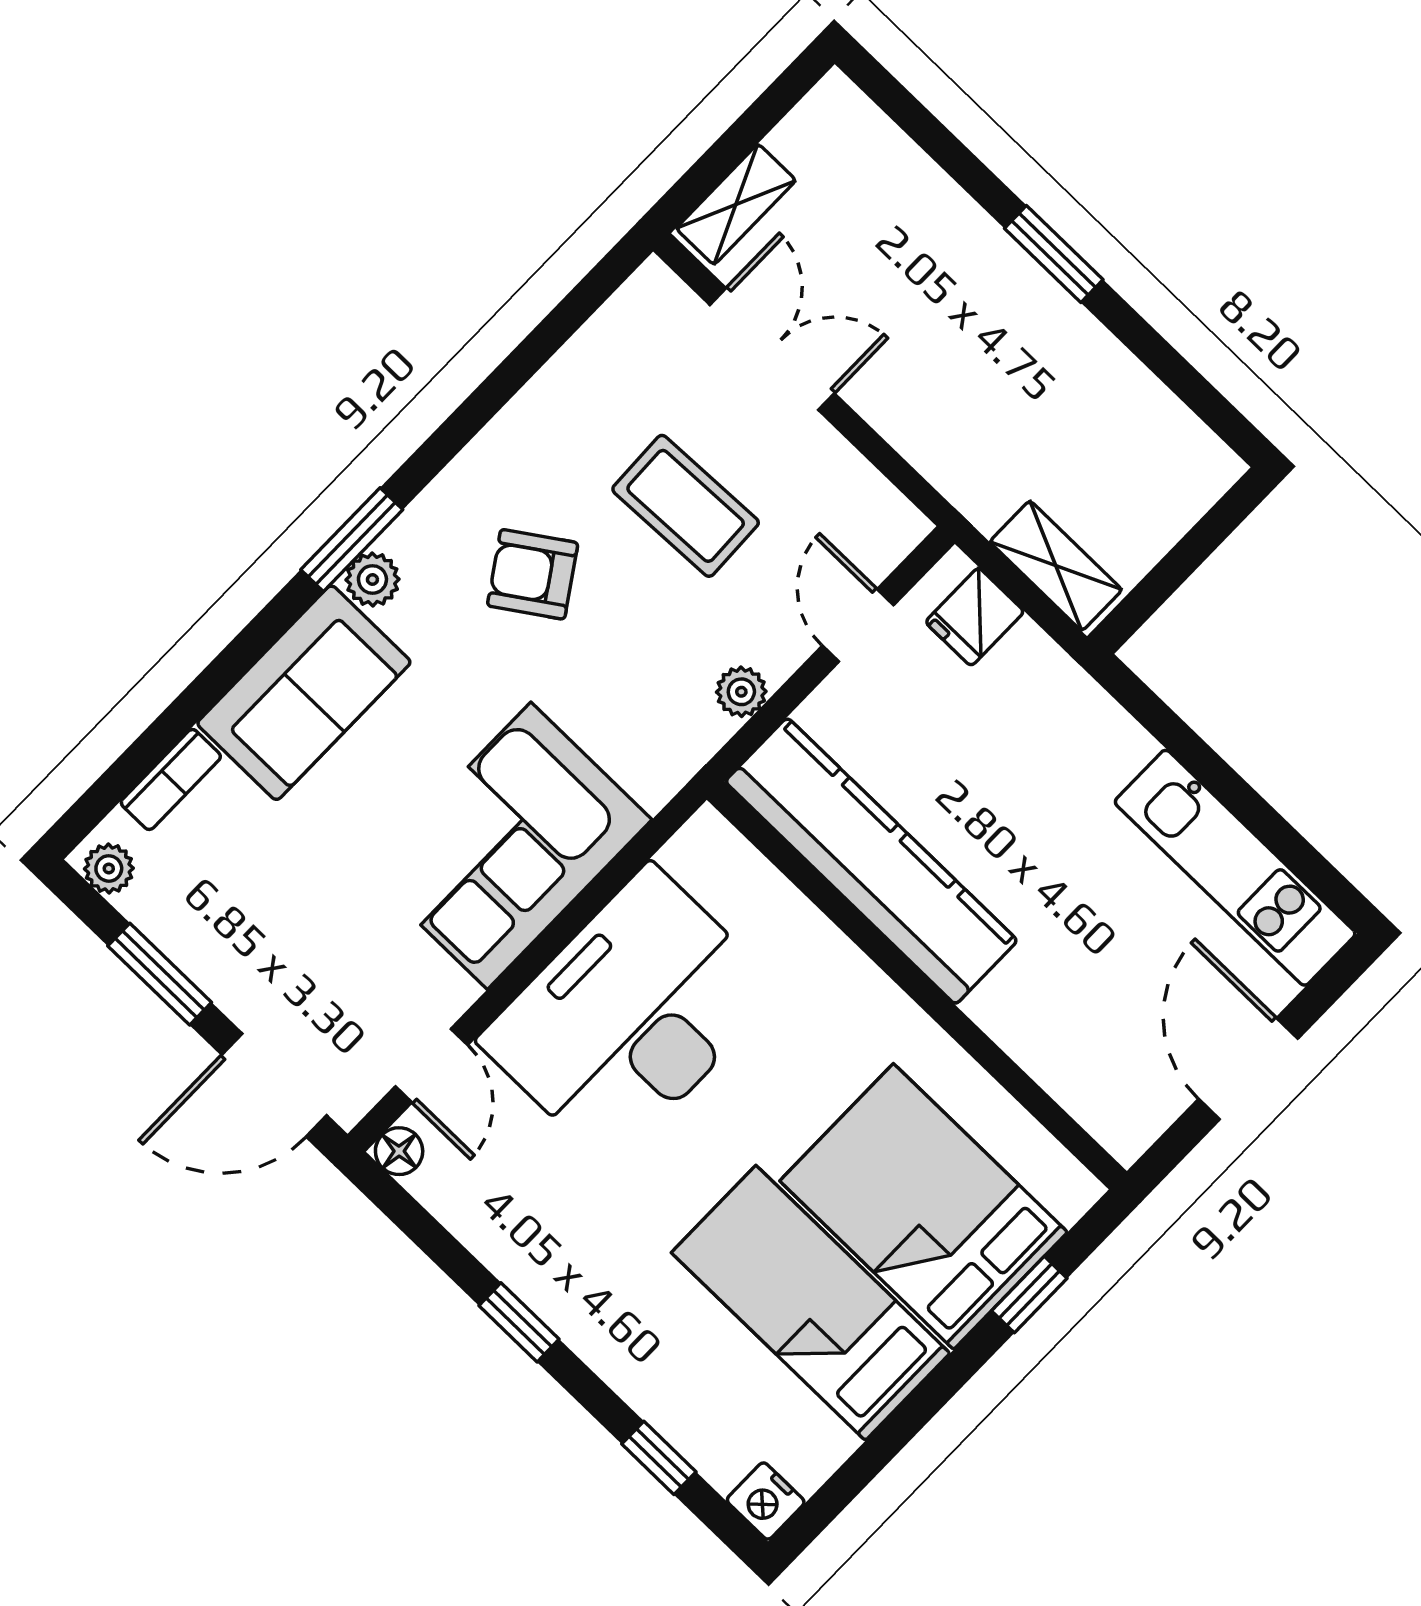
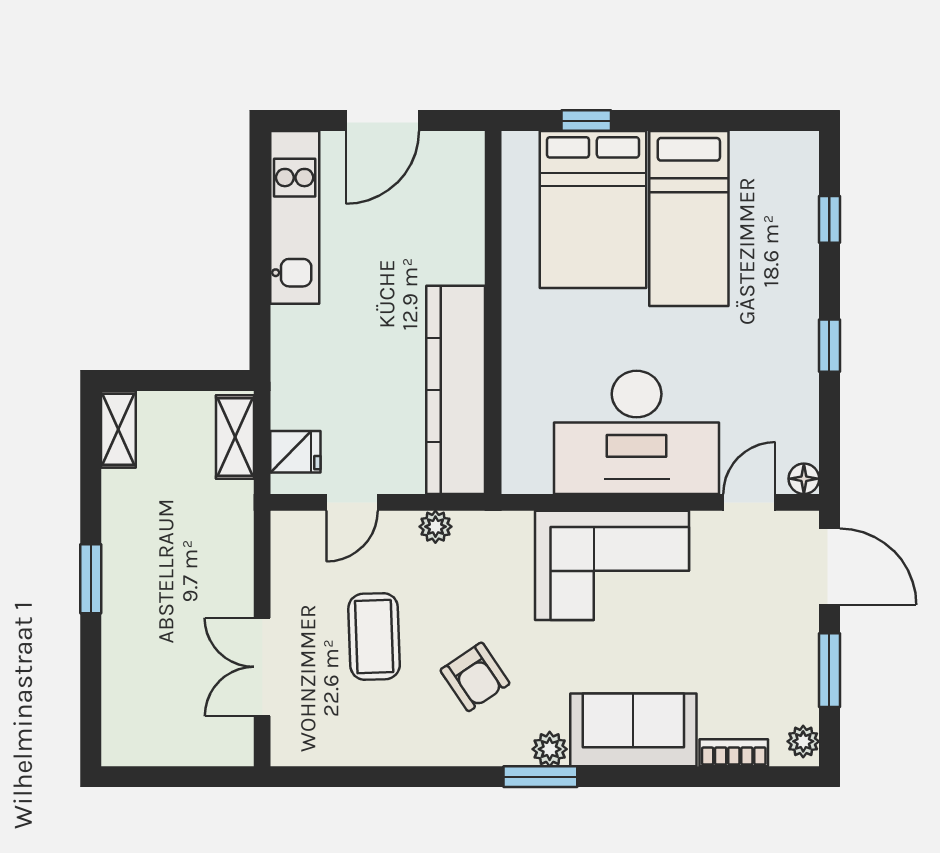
shelving: (736, 204) -> (118, 429), moved, turned 90
nightstand: (766, 1501) -> (801, 150), removed

